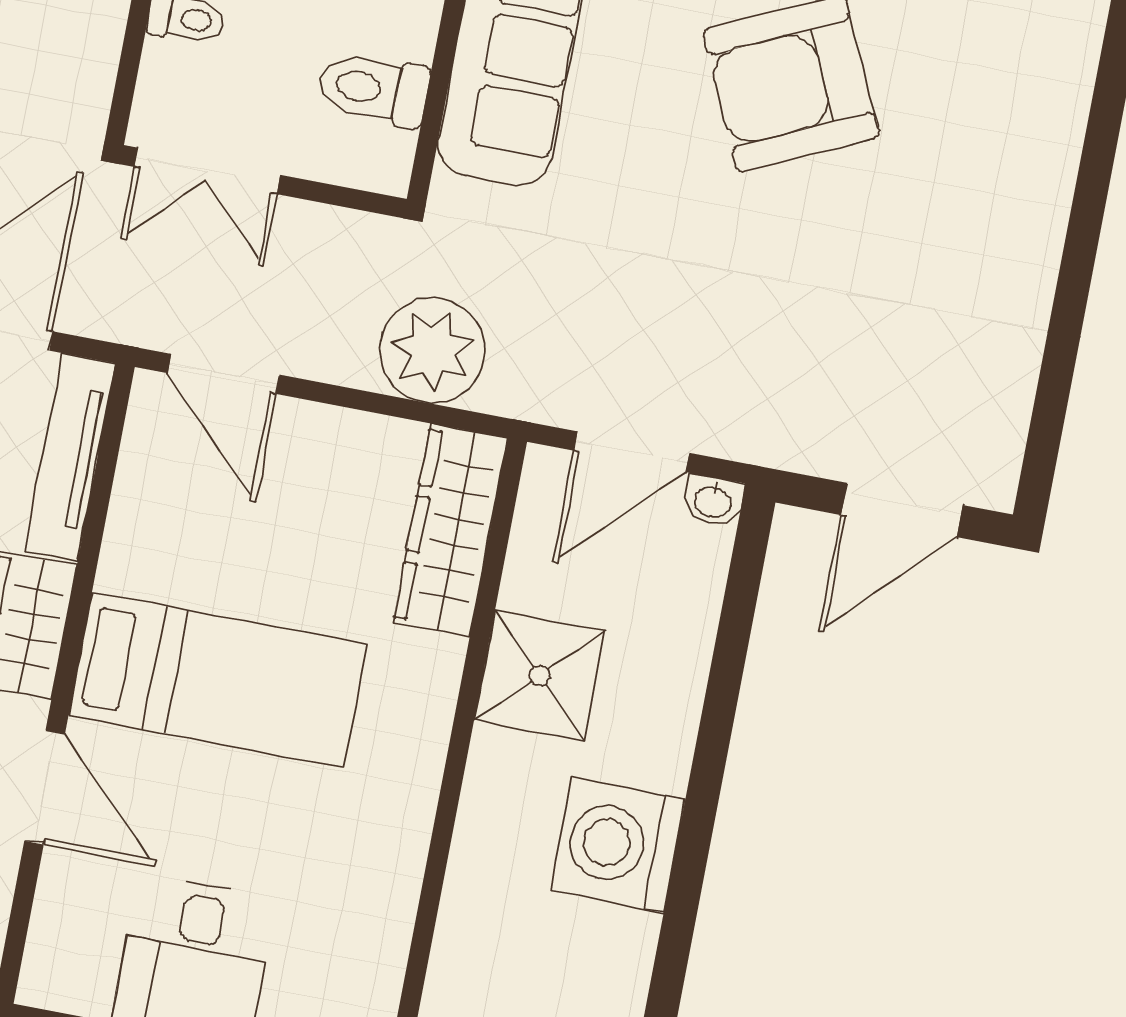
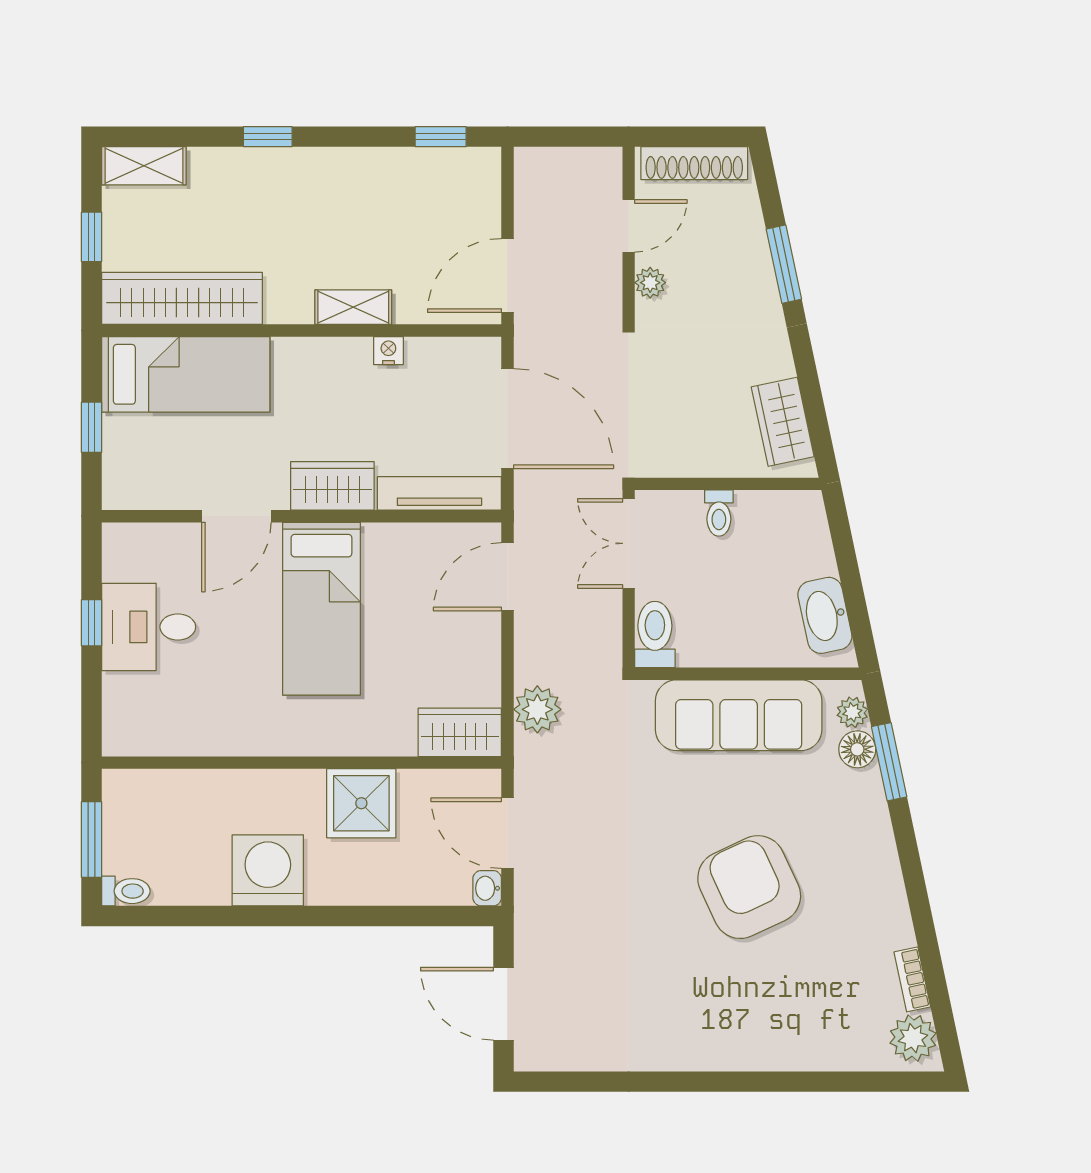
toilet: (373, 89) -> (655, 634), moved
plant: (432, 350) -> (537, 709), width x0.73, depth x0.73
wardrobe: (450, 530) -> (460, 732), width x0.67

